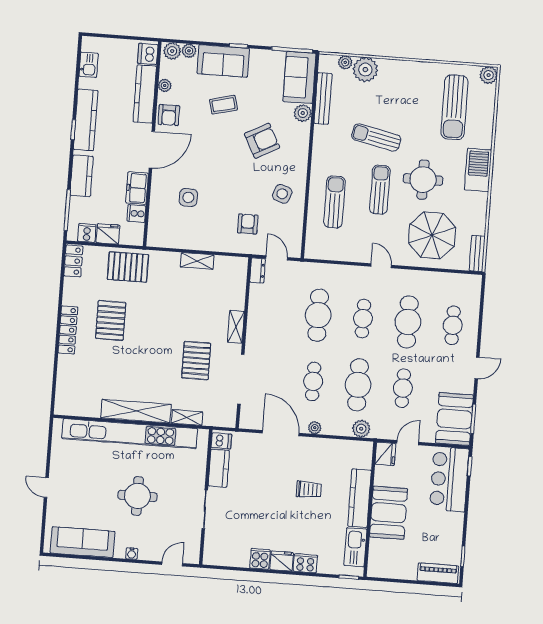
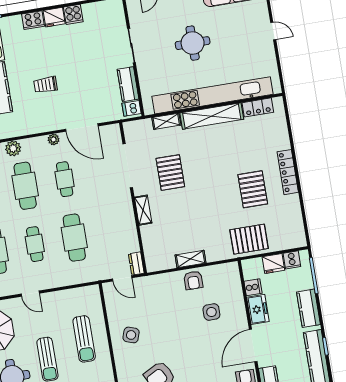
armchair: (248, 224) -> (193, 280), moved
locker: (73, 261) -> (258, 107), moved, turned -90

